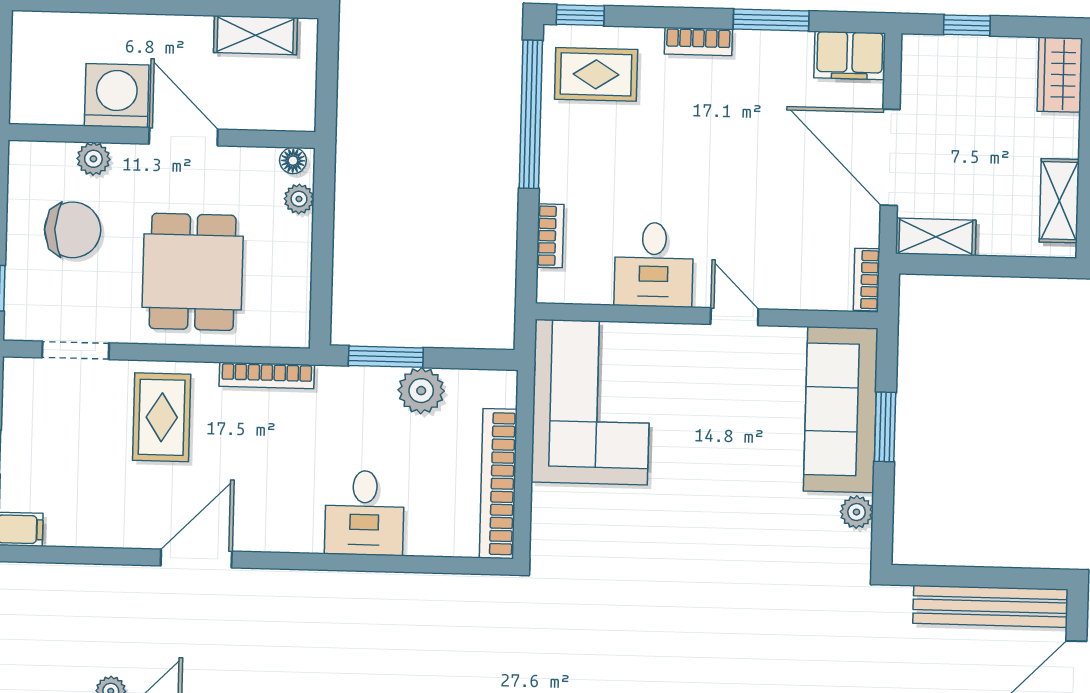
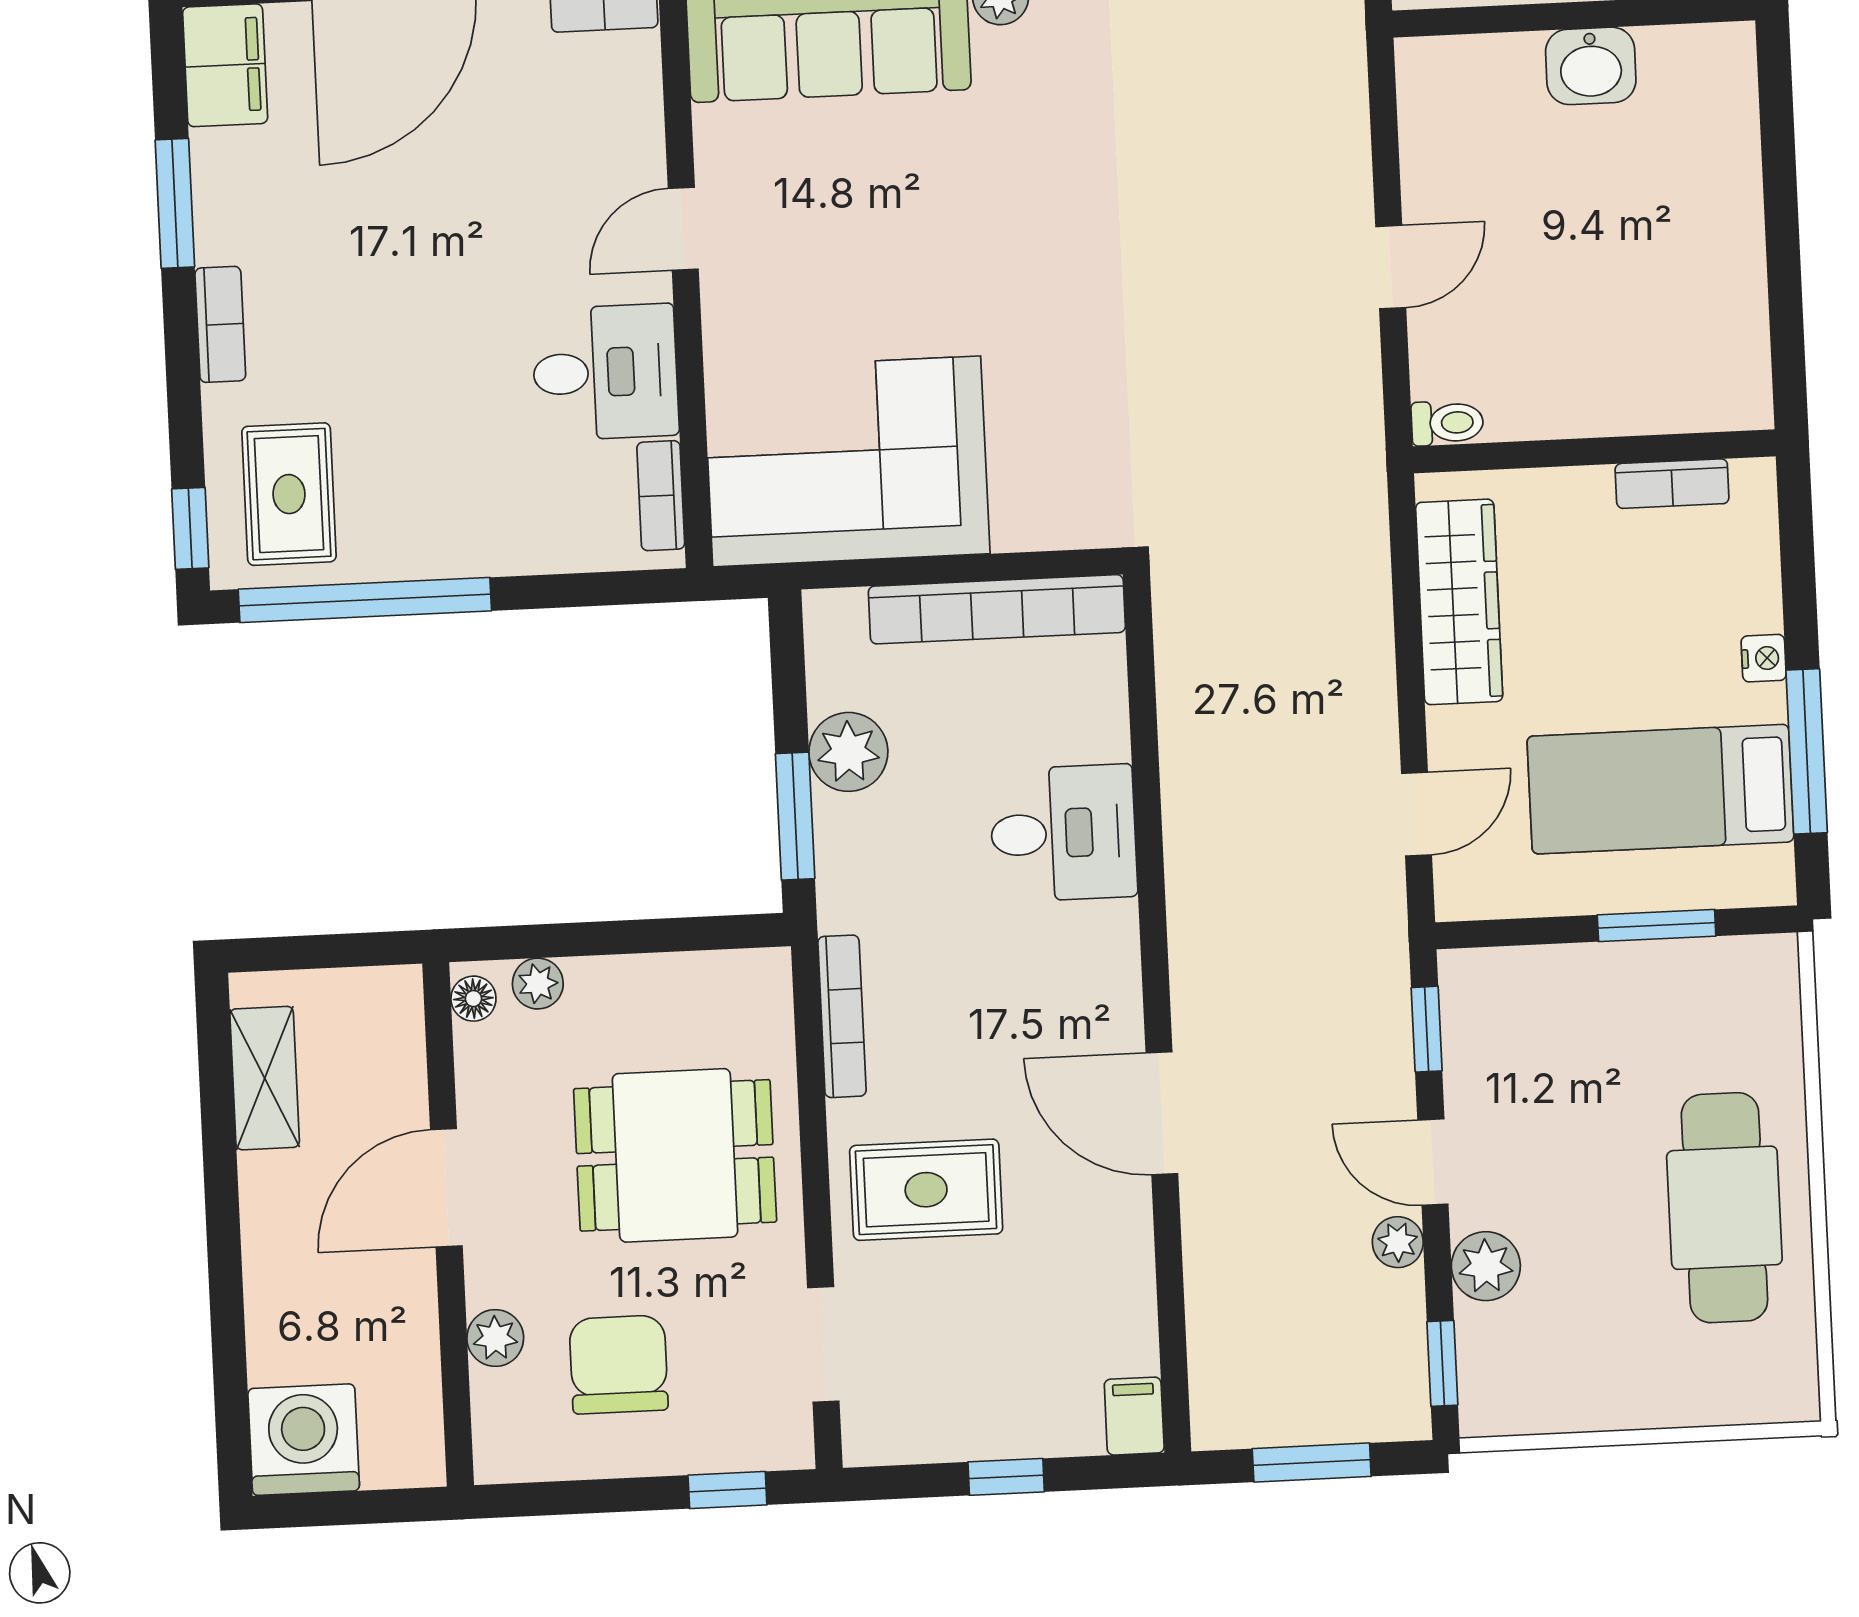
washing machine: (117, 96) -> (304, 1440), moved, turned 90
bookcase: (550, 236) -> (661, 496), moved, turned -90

